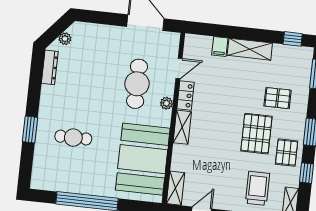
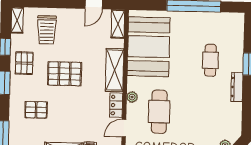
dresser: (50, 67) -> (237, 87), moved
shelving: (182, 127) -> (115, 70), width x1.50, depth x1.33
pallet: (256, 134) -> (65, 74), moved, turned 90
cafe table: (73, 138) -> (210, 60), turned 90

